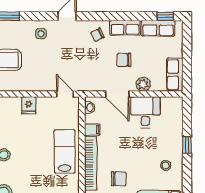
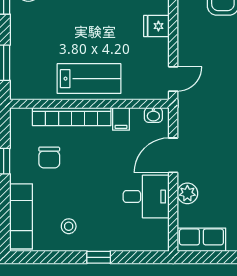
chair: (124, 60) -> (223, 165), removed

